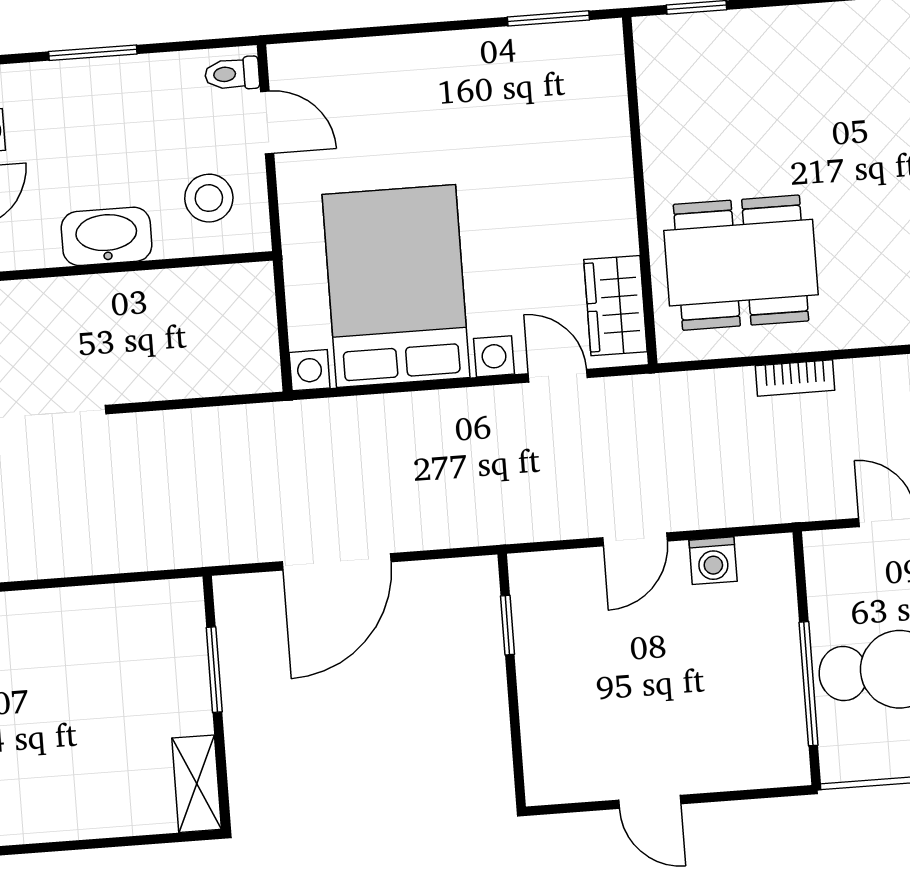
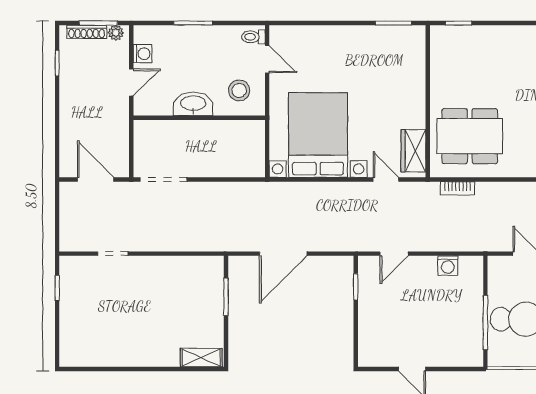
bookcase: (795, 378) -> (457, 188), moved
door: (635, 539) -> (394, 254), moved
shelving: (197, 784) -> (201, 358), moved, turned 90

